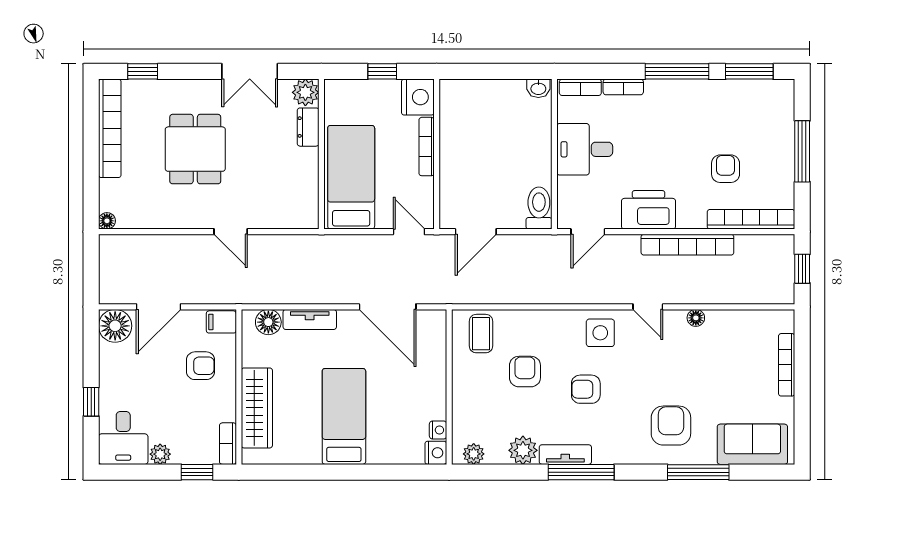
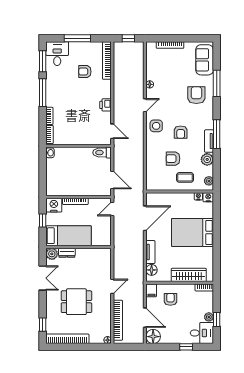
desk: (585, 149) -> (57, 54), moved, turned 180
bed: (351, 177) -> (69, 236), moved, turned 180
printer: (649, 210) -> (106, 105), width x0.53, depth x0.68
bookcase: (687, 245) -> (118, 320), moved
coffee table: (481, 334) -> (185, 177), moved
bed: (344, 416) -> (192, 232), width x1.50
armchair: (671, 426) -> (196, 95), turned 90
window: (197, 472) -> (217, 320), moved

